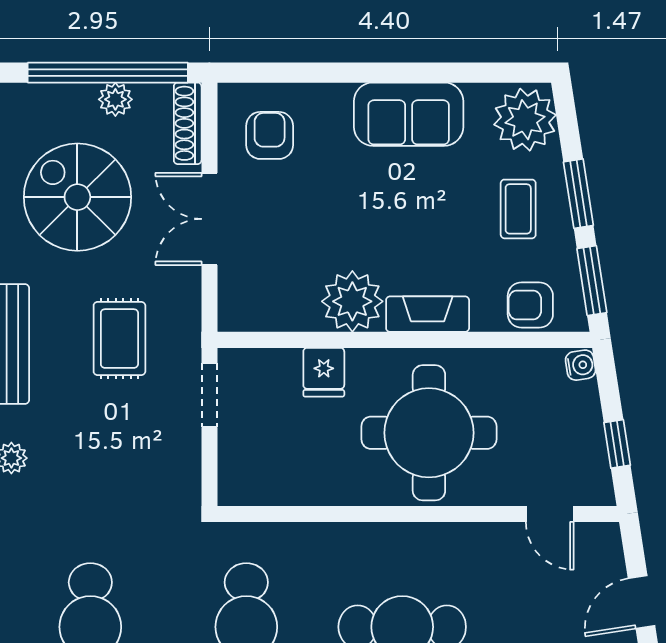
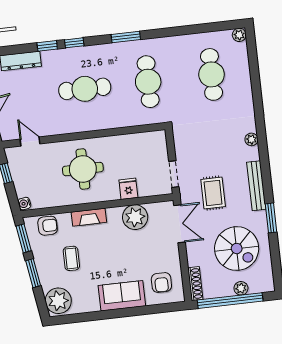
plant: (115, 99) -> (241, 288), moved
sofa: (409, 114) -> (122, 296), moved
coffee table: (518, 209) -> (71, 258), moved
double door: (209, 219) -> (179, 224), moved
plant: (352, 301) -> (135, 217), moved
round table: (429, 433) -> (83, 169), width x0.73, depth x0.73

